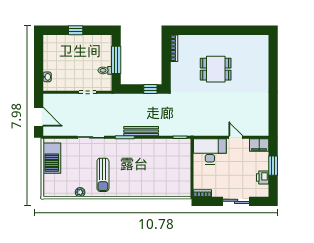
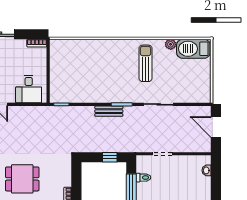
window: (150, 89) -> (110, 157), moved
bench: (141, 131) -> (109, 111), width x0.73
desk: (210, 151) -> (29, 89), width x0.73
barbecue: (52, 158) -> (193, 49), moved, turned -90

